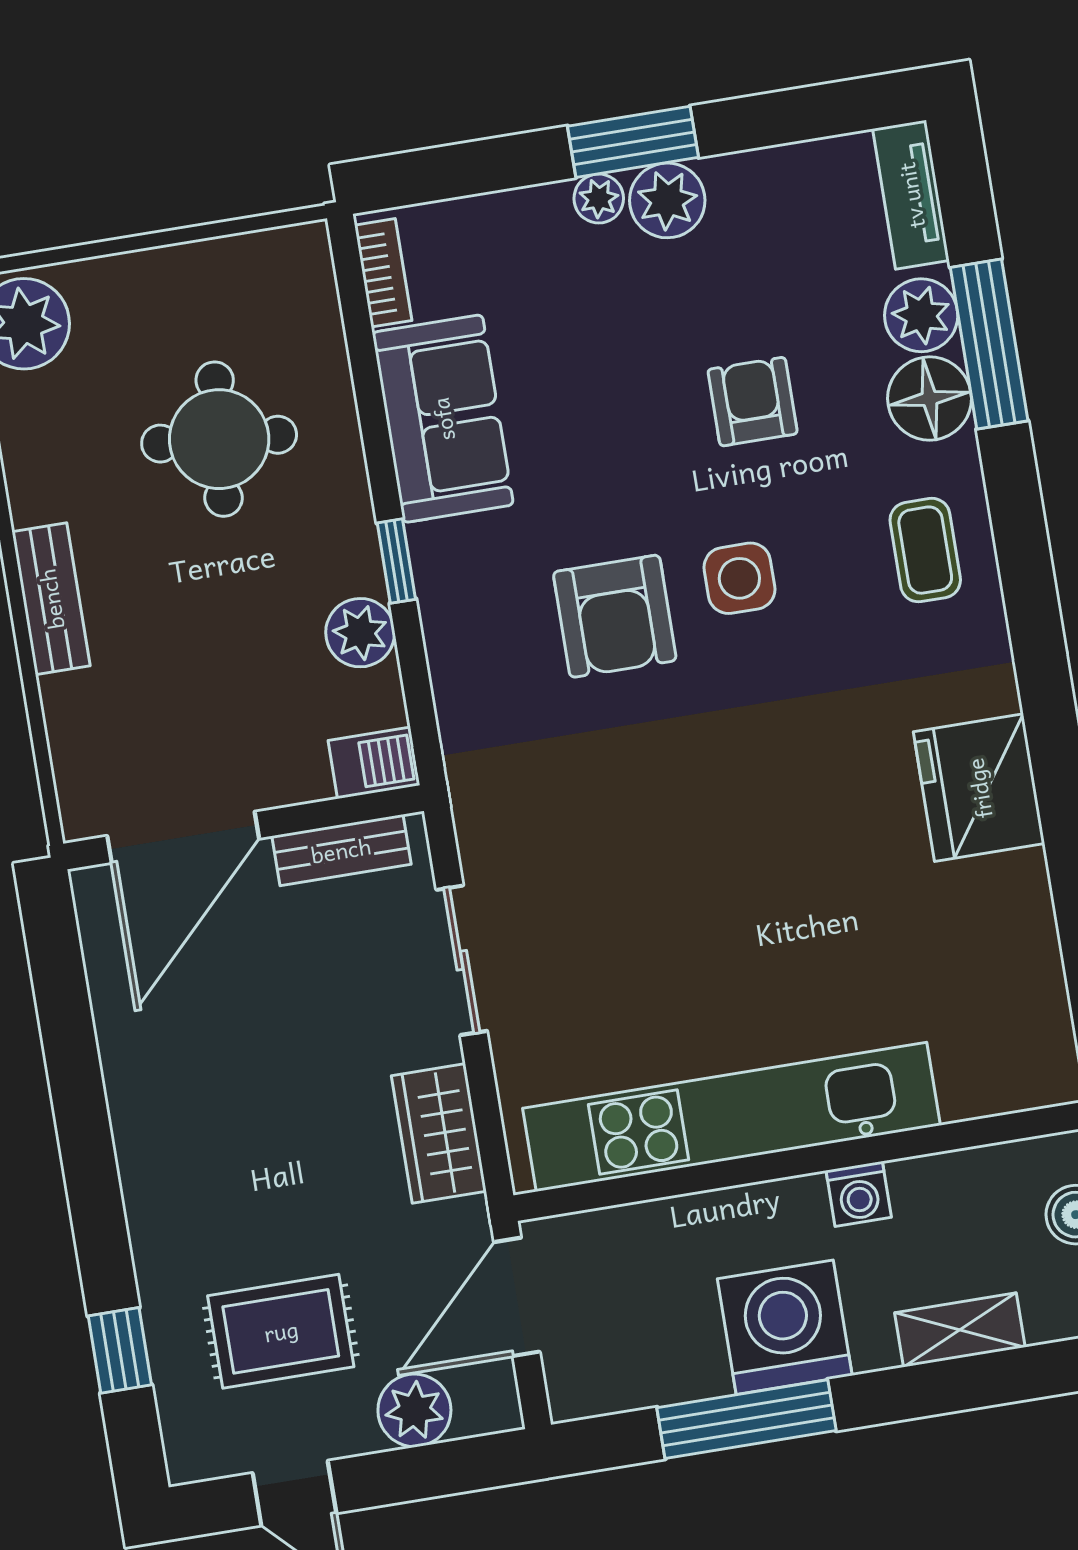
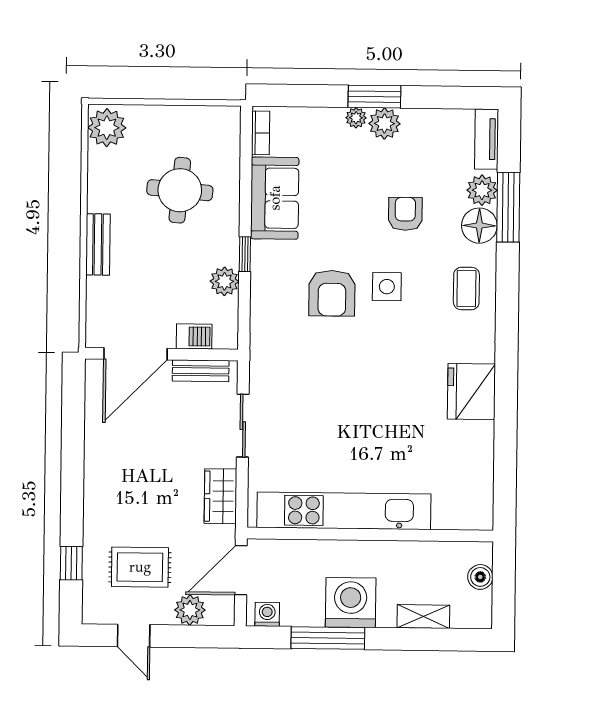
barbecue: (374, 763) -> (194, 336), moved
washing machine: (859, 1194) -> (267, 614), moved, turned 180

